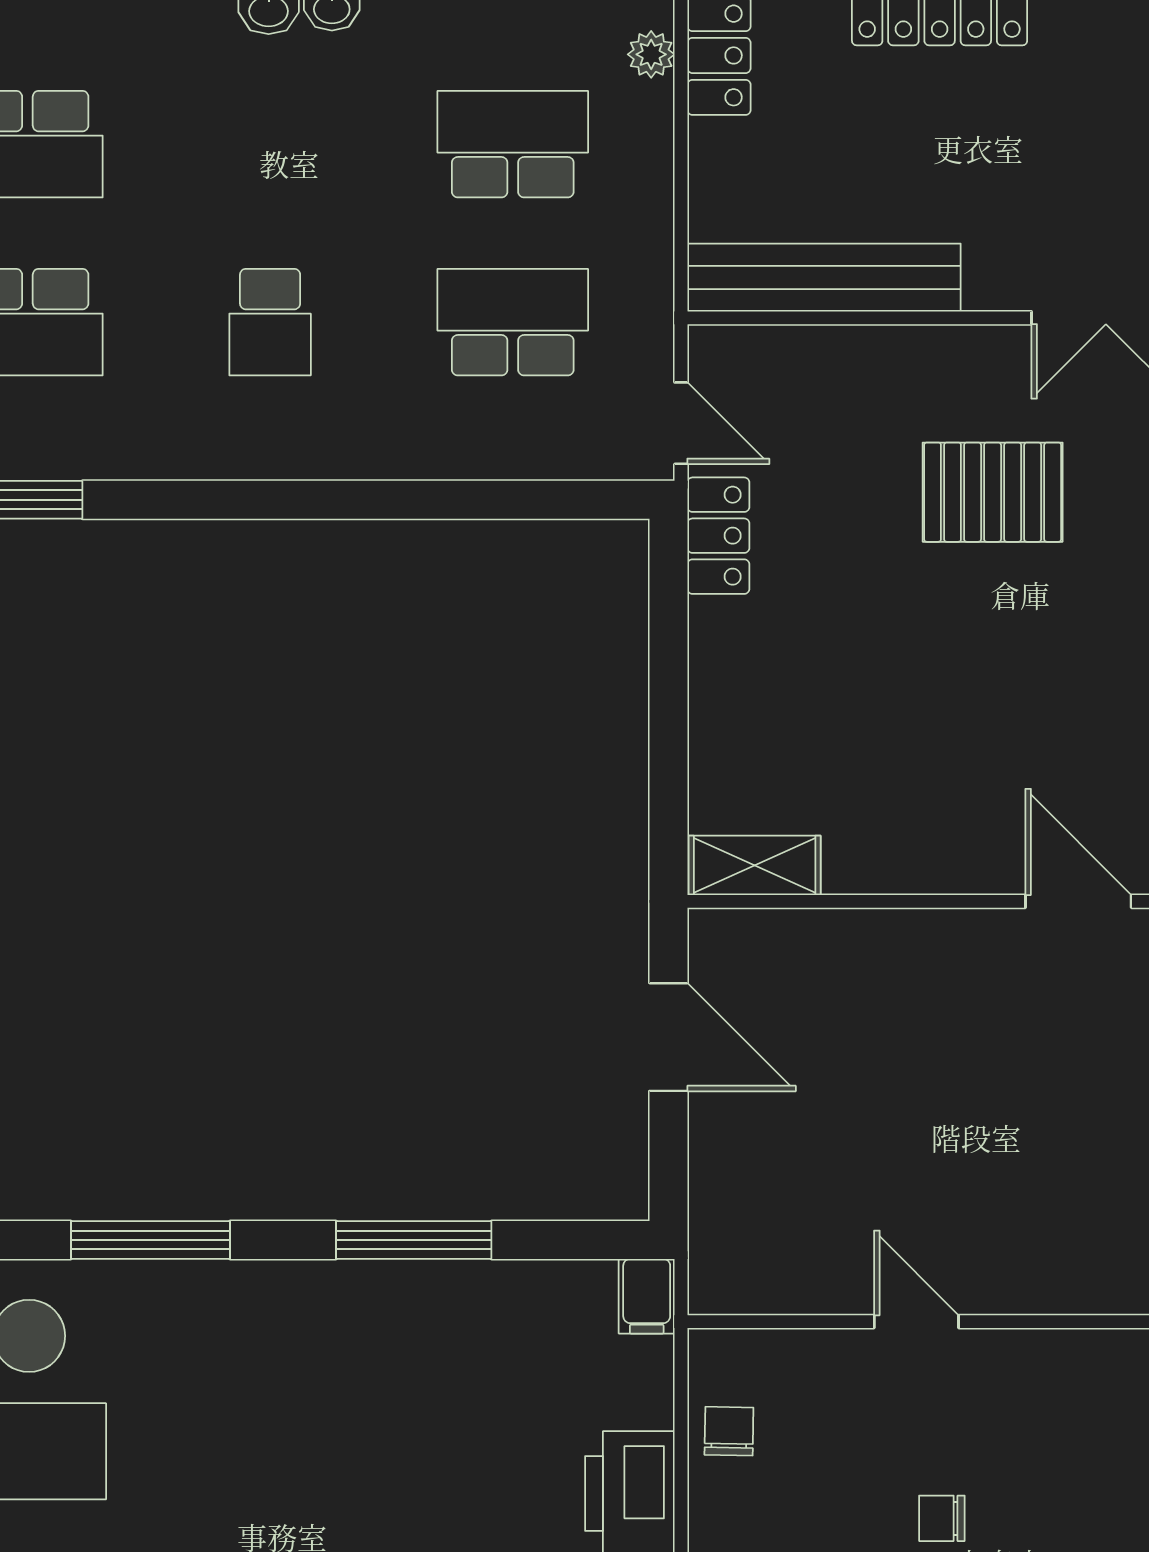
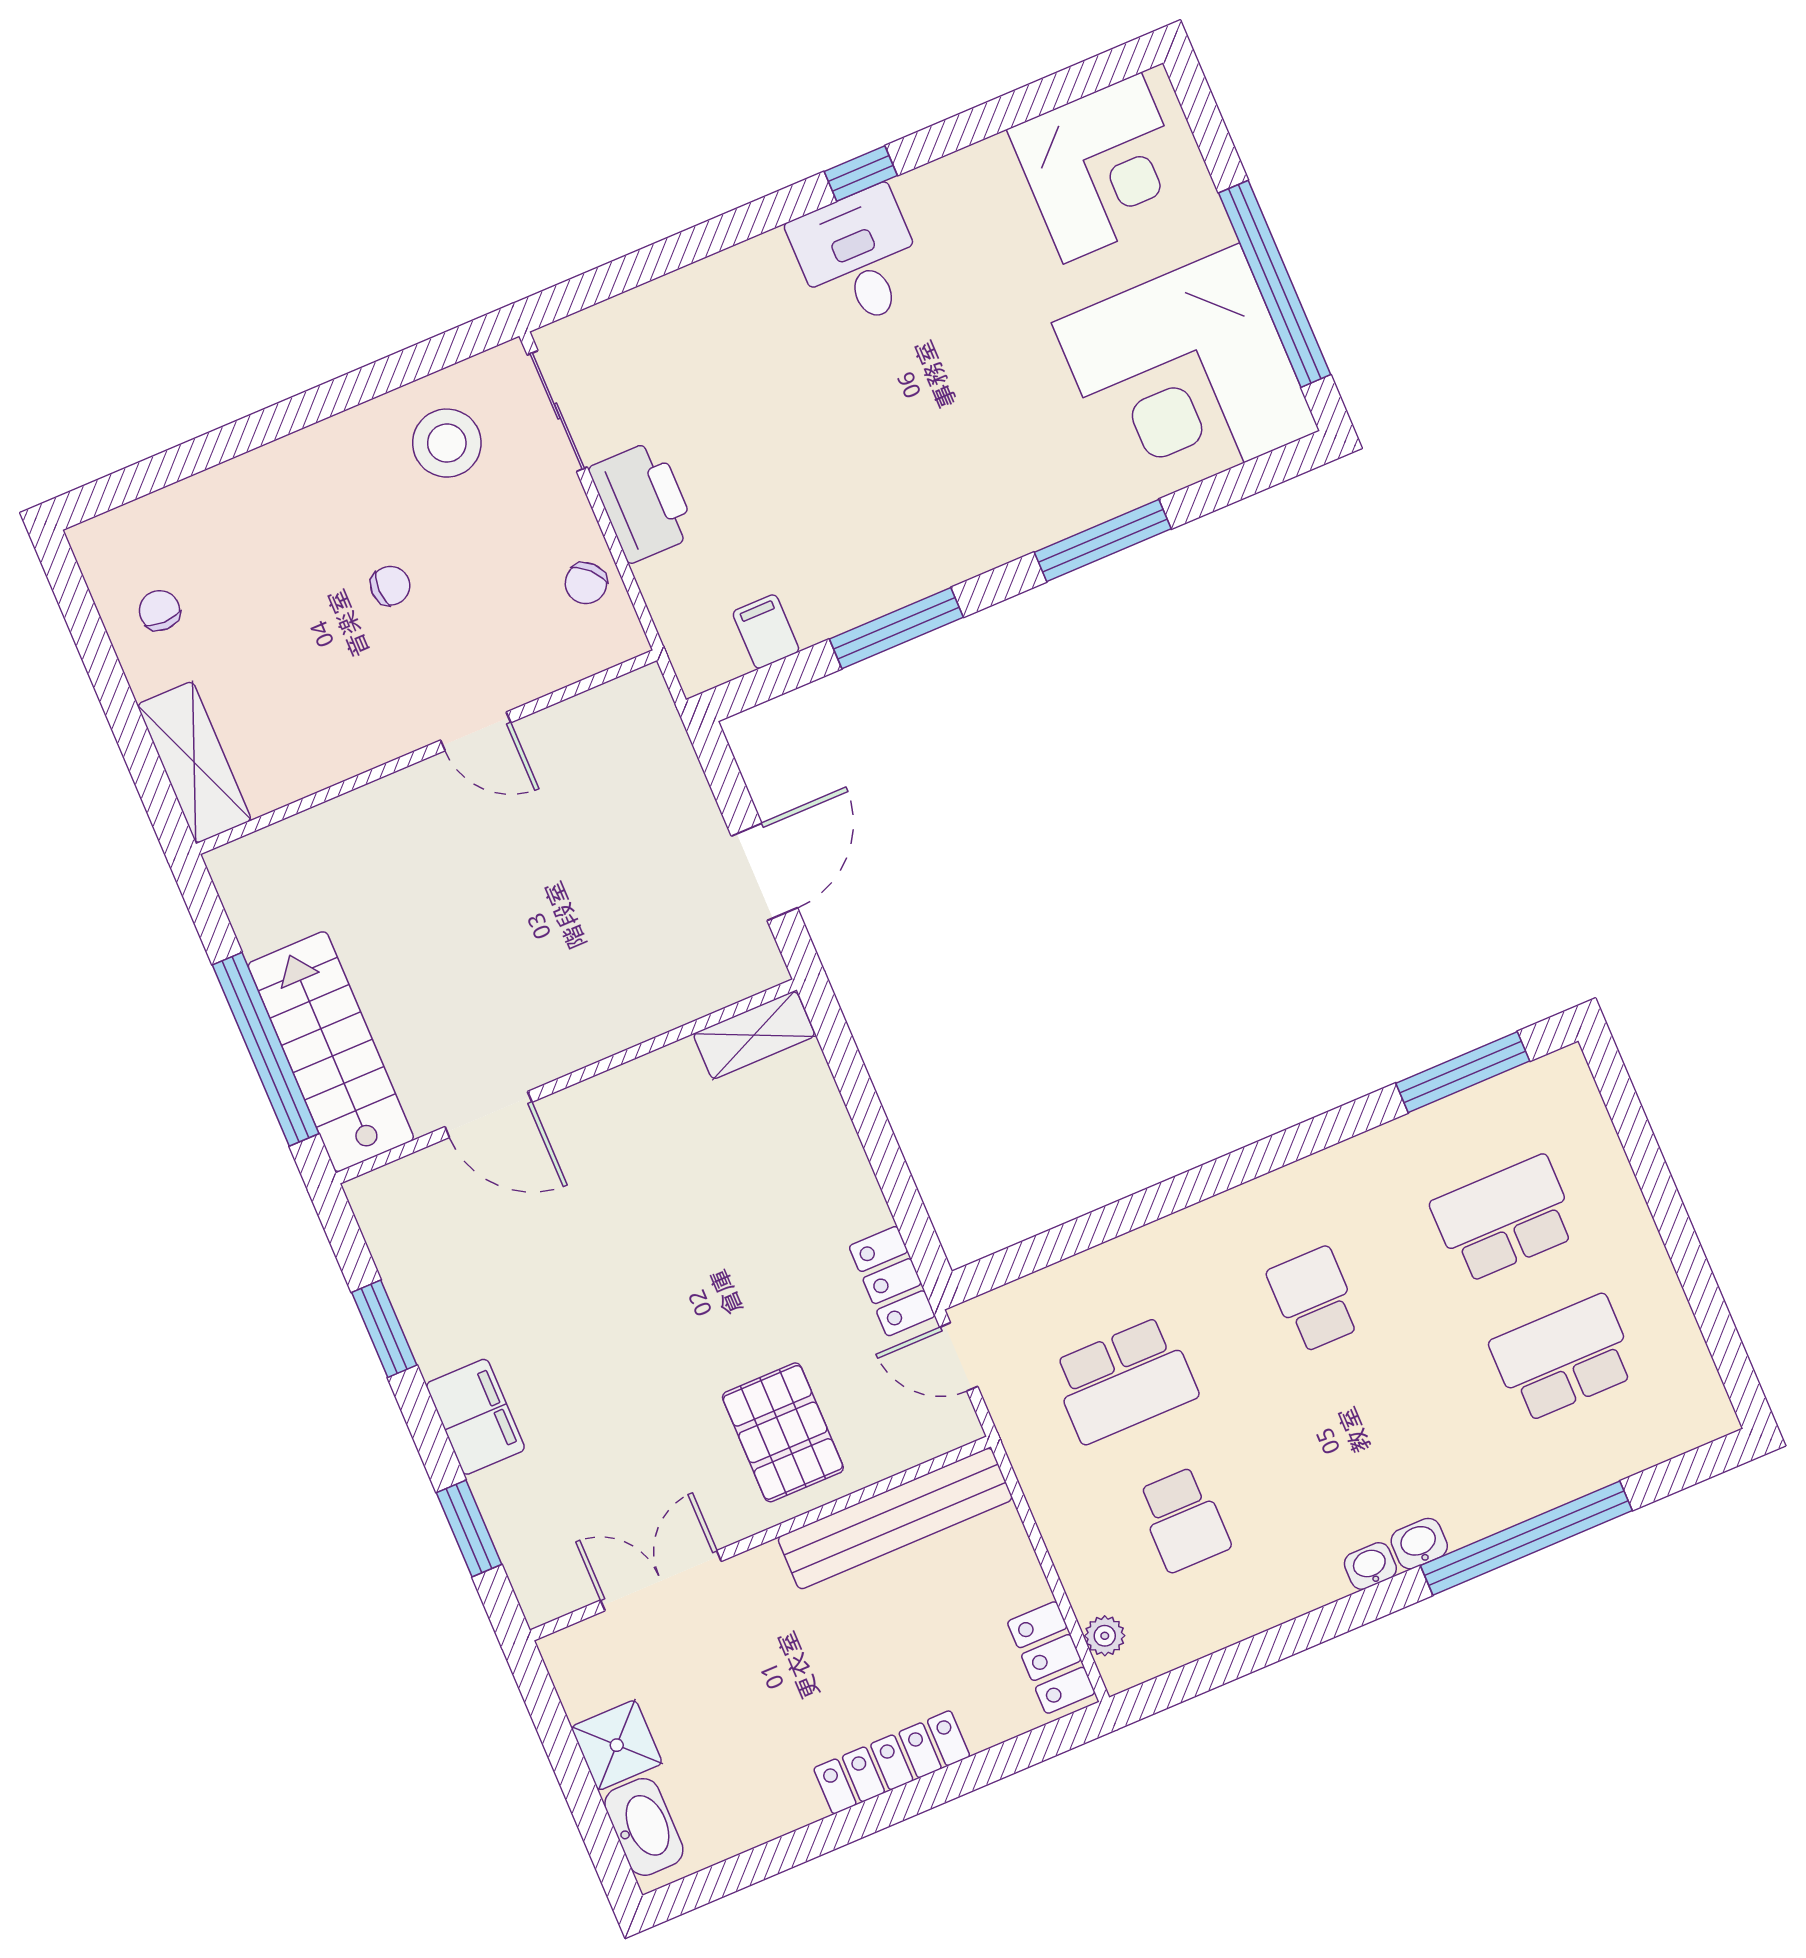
school desk: (513, 144) -> (1183, 1519), width x0.54
pallet: (993, 492) -> (783, 1432), moved, turned 90
door: (668, 1037) -> (764, 872), swing flipped
filing cabinet: (647, 1296) -> (766, 632), moved
chair: (729, 1431) -> (586, 583), turned 45

